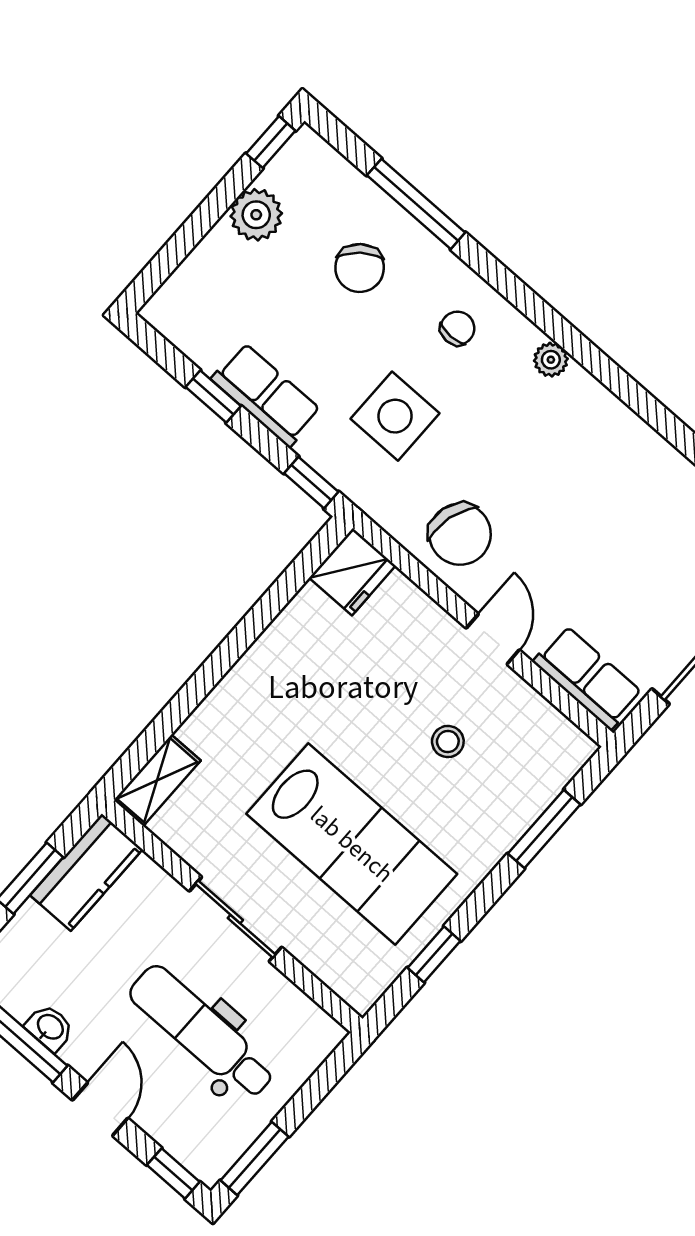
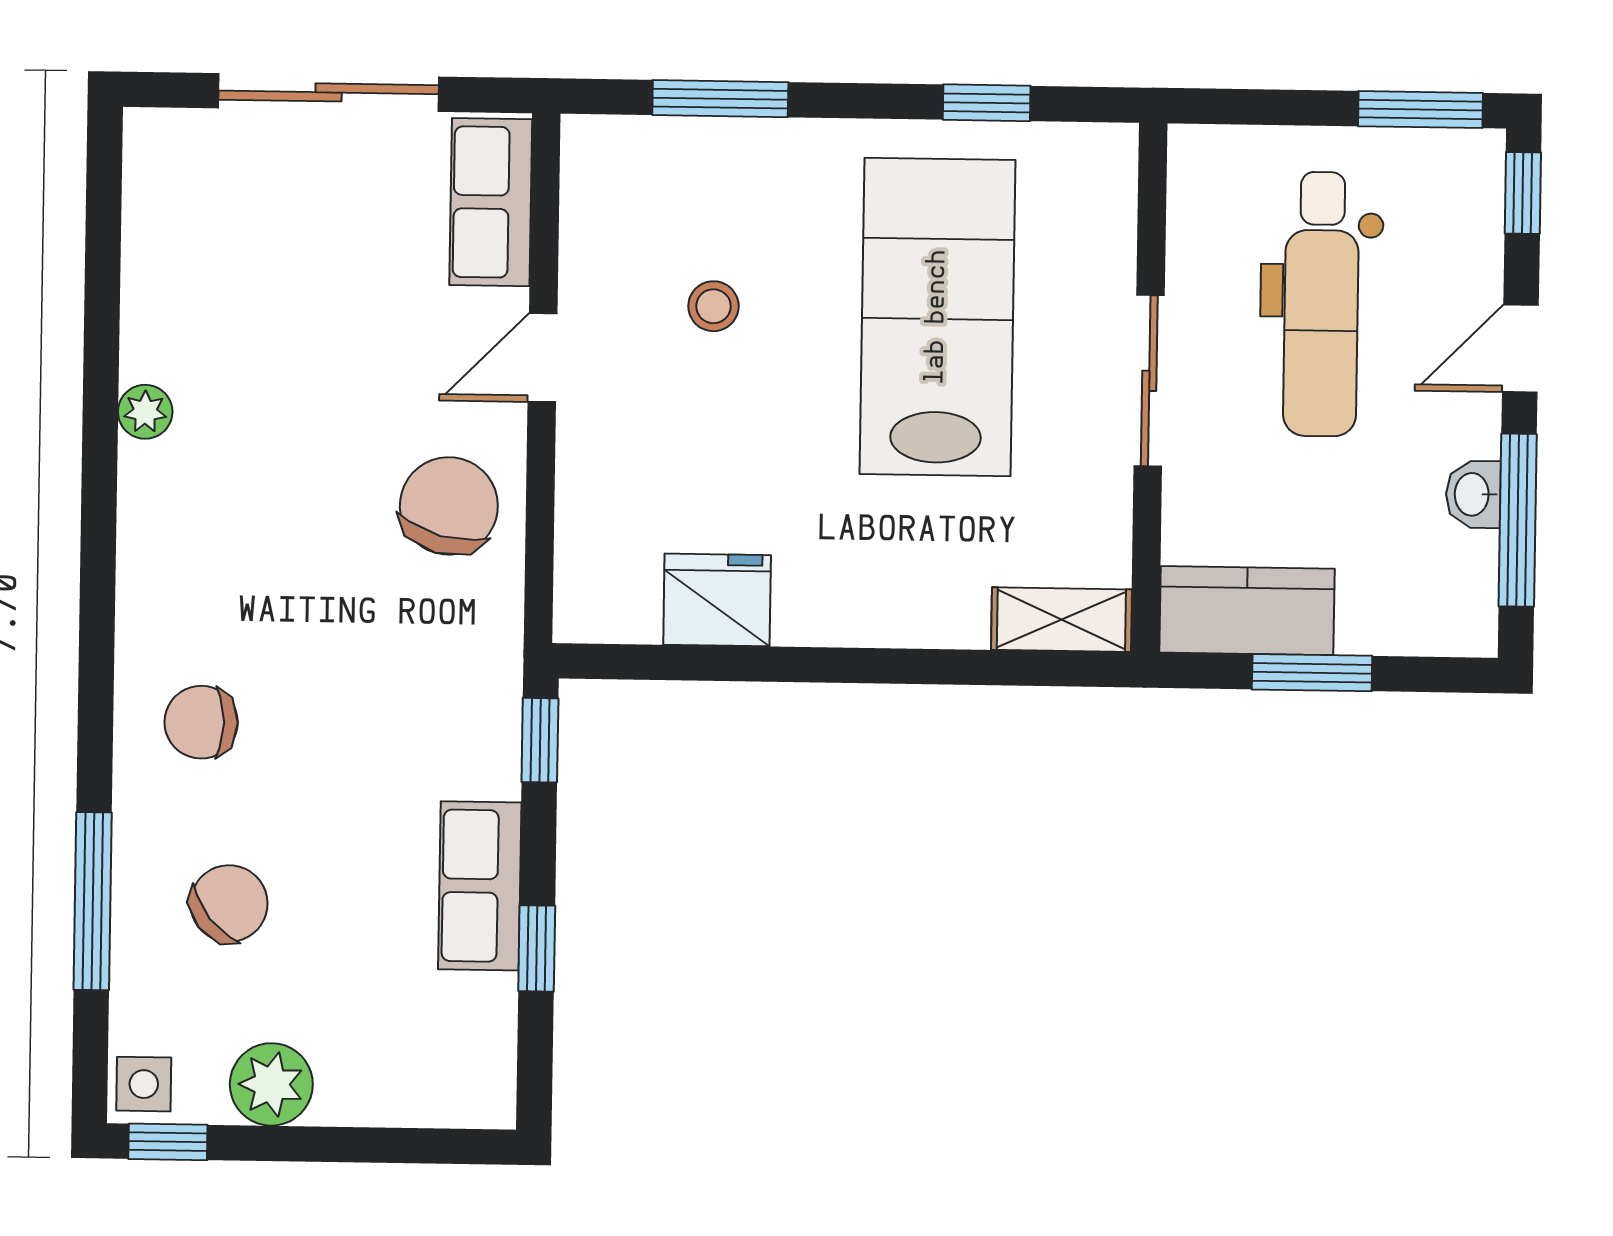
chair: (457, 328) -> (201, 722), width x1.37, depth x1.37
plant: (551, 360) -> (145, 412), moved
side table: (395, 416) -> (144, 1084), moved, width x0.54, depth x0.54
fridge: (352, 572) -> (717, 600), moved

